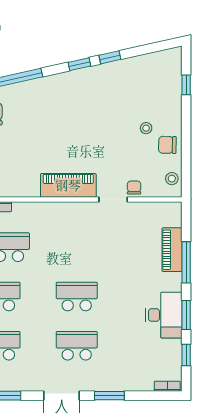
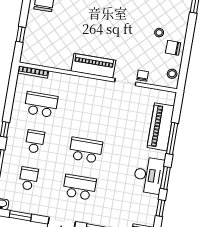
piano: (172, 250) -> (161, 127), width x1.37, depth x1.33

